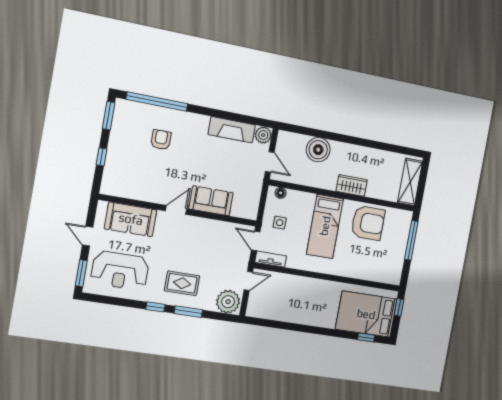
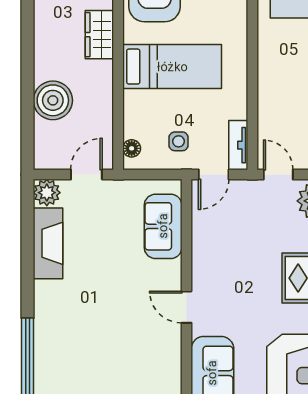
armchair: (161, 140) -> (84, 349), removed
sofa: (211, 201) -> (163, 226), moved

